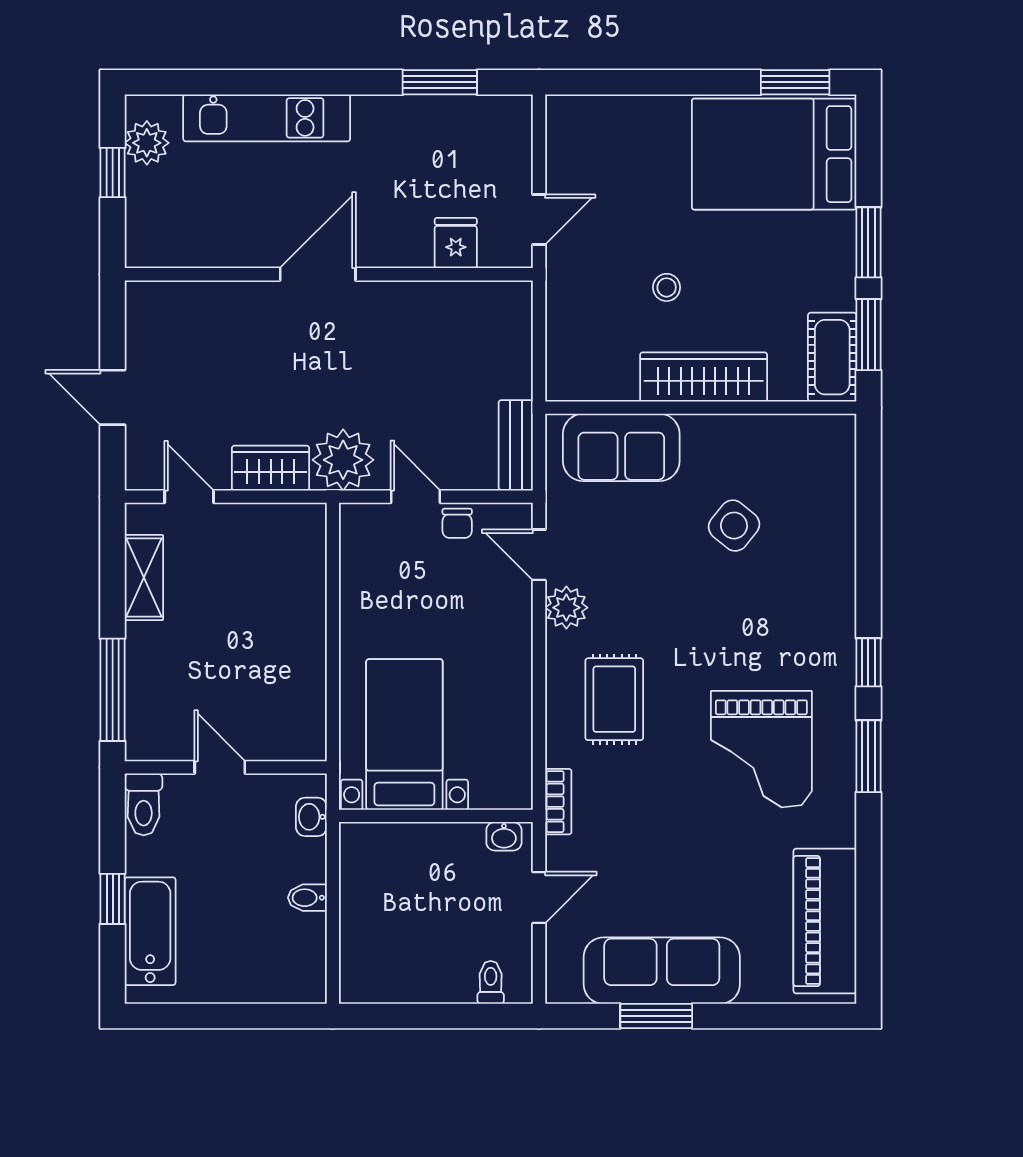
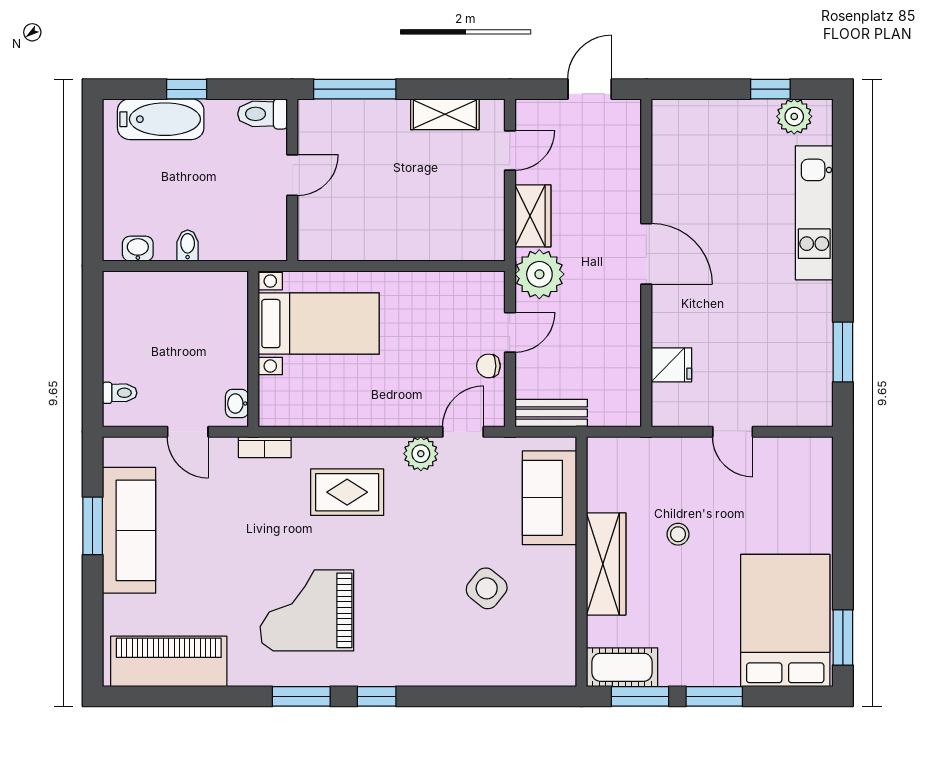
fridge: (456, 243) -> (671, 365), moved
door: (318, 274) -> (646, 254), moved
wall: (329, 274) -> (646, 263), moved
washbasin: (311, 817) -> (138, 249), moved

